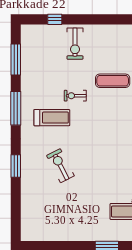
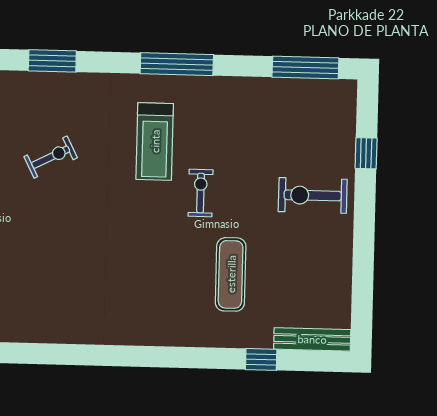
window: (16, 60) -> (305, 67), moved
exercise bike: (60, 166) -> (51, 157), width x0.73, depth x0.72

